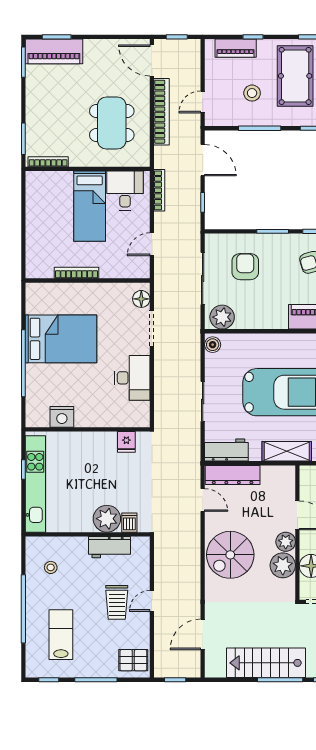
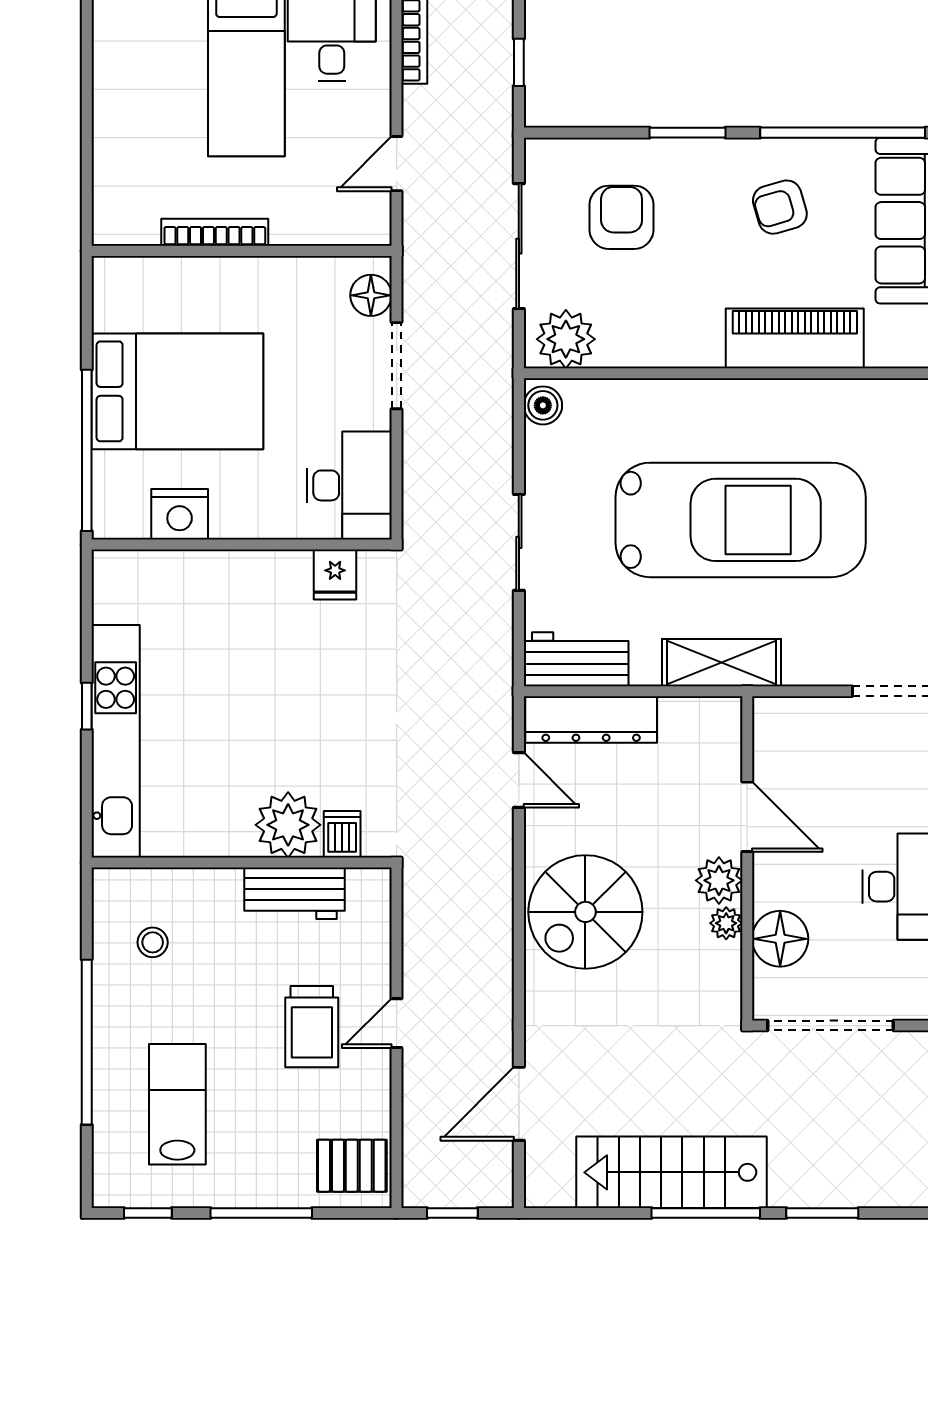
nightstand: (62, 417) -> (180, 514), moved
wall: (88, 429) -> (242, 544), moved
fridge: (126, 442) -> (335, 574), moved
plant: (283, 565) -> (726, 923), width x0.53, depth x0.53

